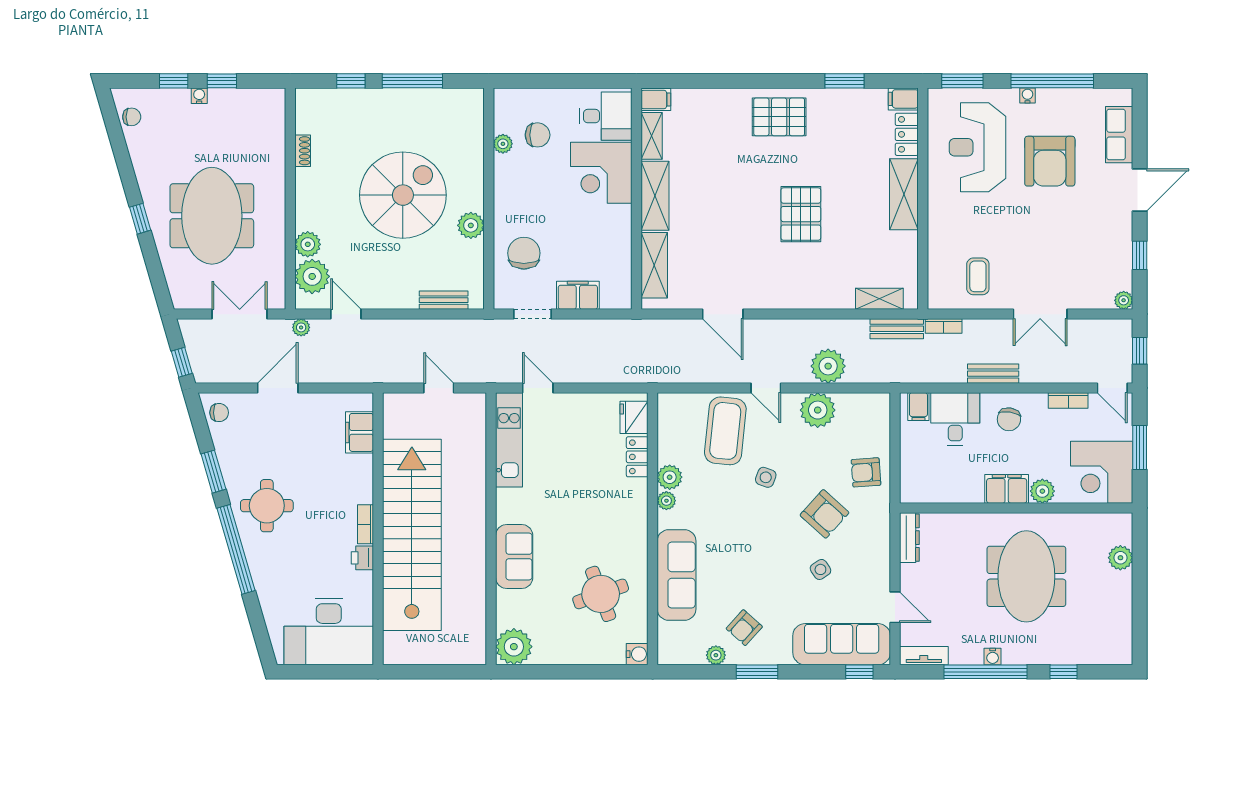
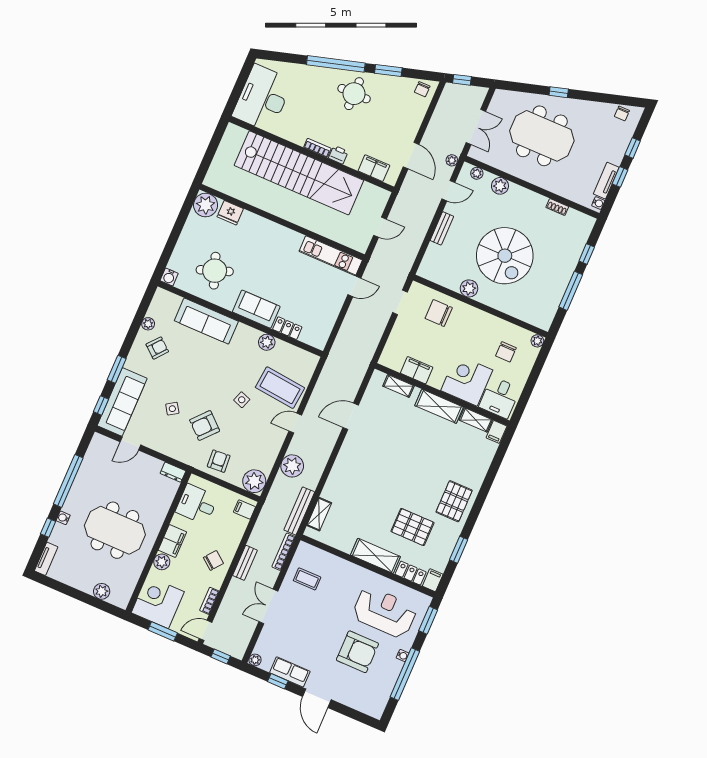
water cooler: (199, 96) -> (598, 203), moved
tv unit: (236, 98) -> (606, 181), added
row of seats: (1119, 135) -> (290, 672), moved
plant: (503, 144) -> (537, 341), moved
armchair: (1050, 161) -> (357, 652), turned 180
pallet: (801, 214) -> (412, 527), moved
chair: (524, 253) -> (439, 313), turned 180
shelving: (654, 265) -> (398, 386), width x0.67, depth x0.75
plant: (312, 276) -> (477, 173), width x0.53, depth x0.53
filing cabinet: (578, 295) -> (417, 370), moved, turned -90
bench: (444, 300) -> (442, 228), moved
bookcase: (944, 326) -> (284, 552), width x1.56
bench: (897, 329) -> (299, 511), width x1.36
door: (278, 388) -> (411, 156), moved
plant: (818, 410) -> (254, 481), moved
fridge: (634, 417) -> (230, 213), moved, turned 180
desk: (955, 419) -> (197, 504), moved, turned 180
chair: (1009, 419) -> (213, 560), turned 119
plant: (666, 501) -> (253, 334), removed
dresser: (909, 538) -> (173, 472), width x0.70
sofa: (514, 557) -> (256, 309), moved, turned 180
printer: (362, 558) -> (338, 155), moved
armchair: (744, 628) -> (157, 348), turned 88
tv unit: (924, 656) -> (46, 559), moved
water cooler: (993, 657) -> (63, 518), moved
window: (757, 672) -> (117, 369), moved

